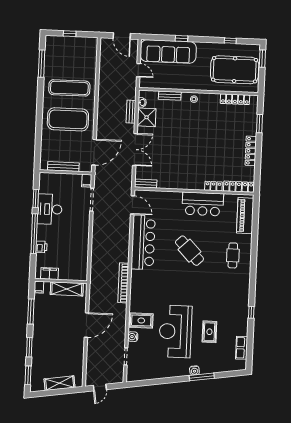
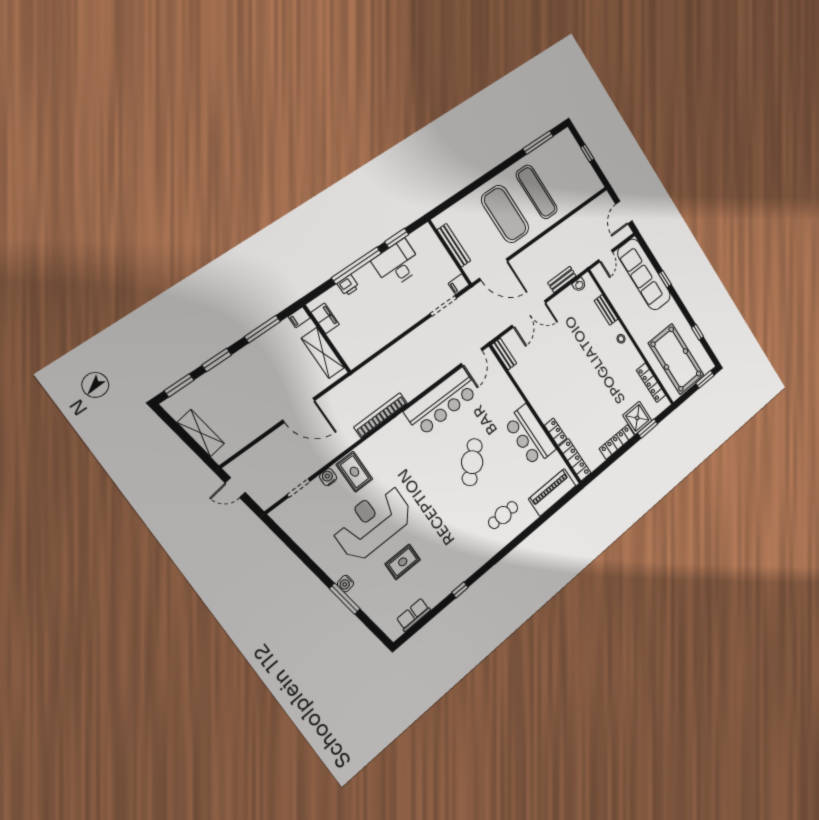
shower: (147, 117) -> (637, 418), moved

